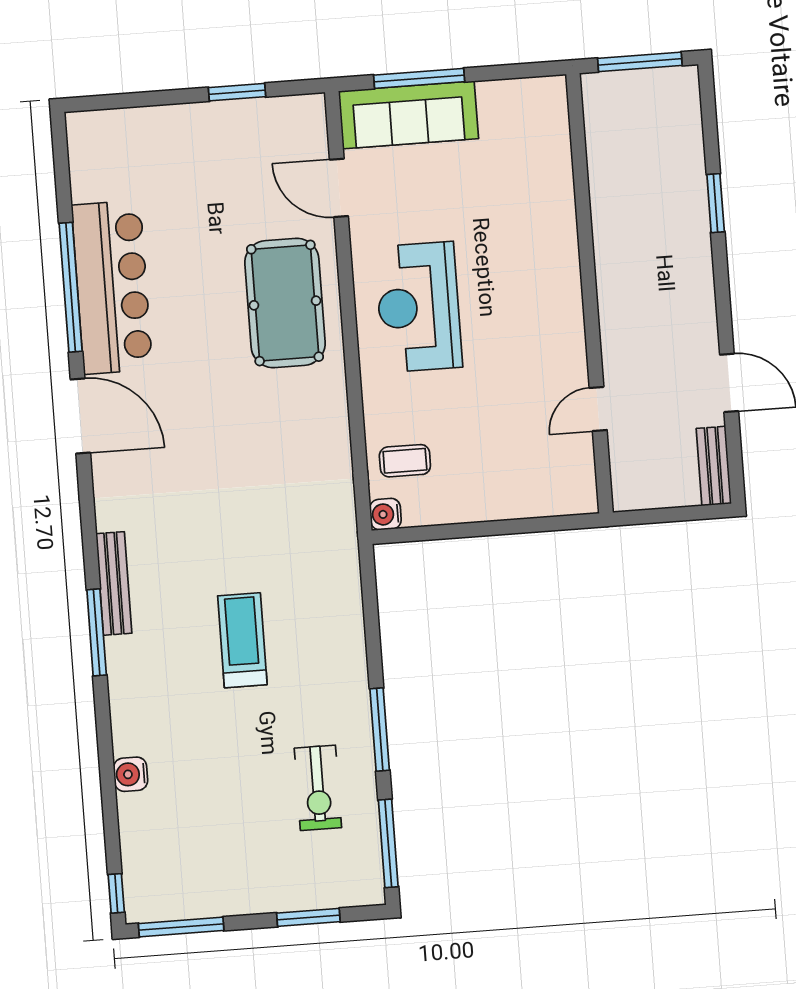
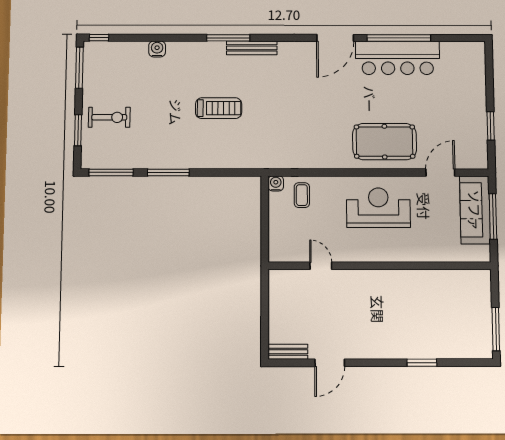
wall: (589, 293) -> (380, 266), moved
door: (598, 409) -> (321, 266), moved
exercise bike: (318, 788) -> (109, 117), moved, turned 180

